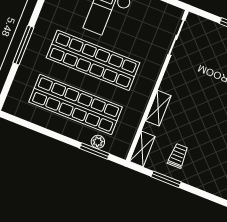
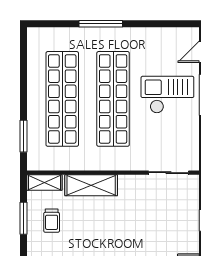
shelving: (158, 108) -> (91, 185), width x1.50, depth x1.33
plant: (98, 142) -> (34, 136), removed
trolley: (178, 156) -> (52, 221), turned 90

